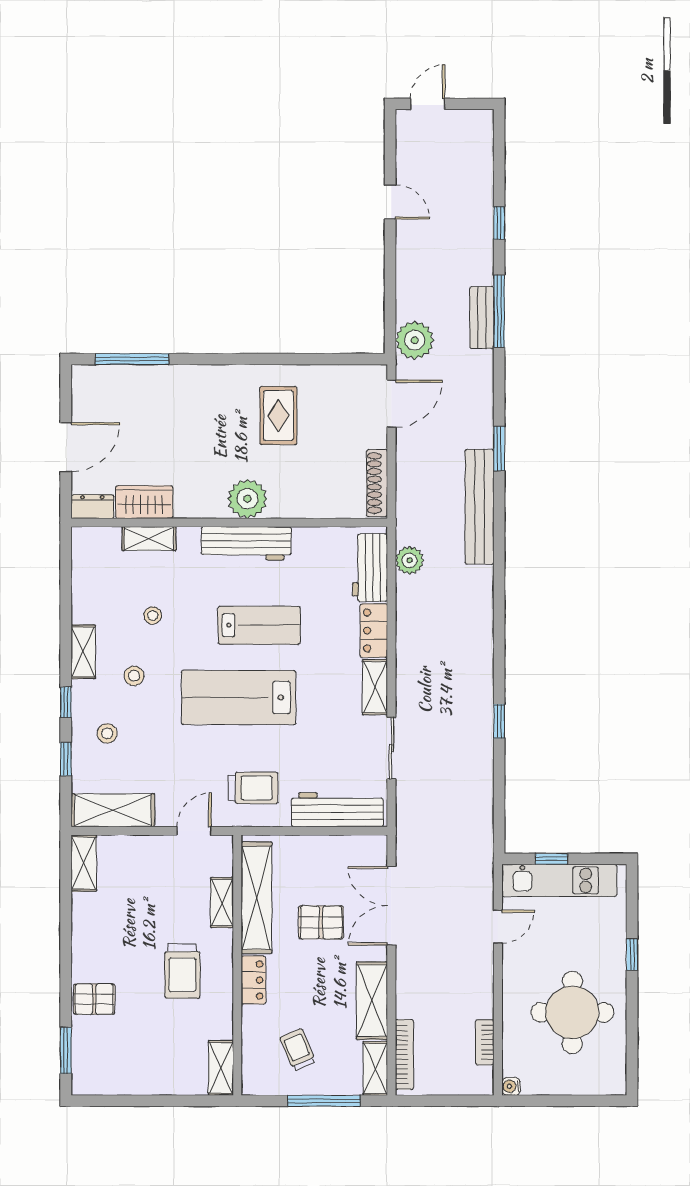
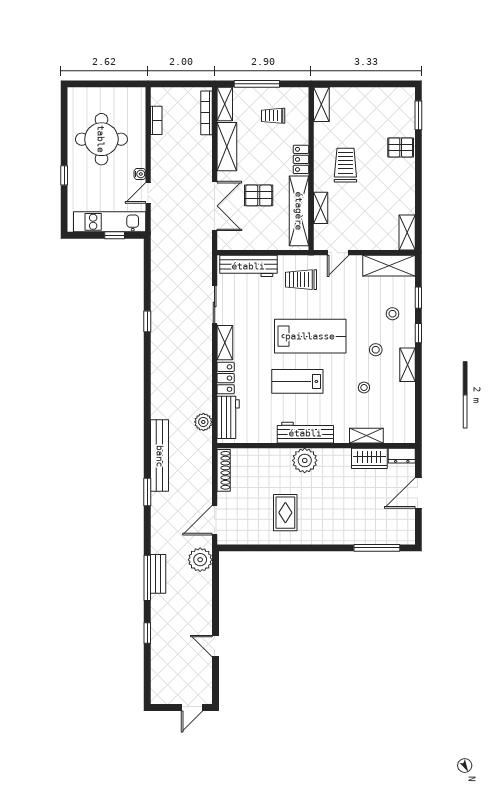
trolley: (298, 1050) -> (273, 116), turned 113
water cooler: (511, 1086) -> (140, 174), moved

